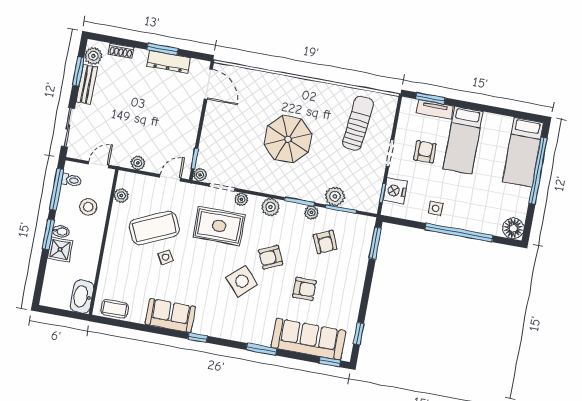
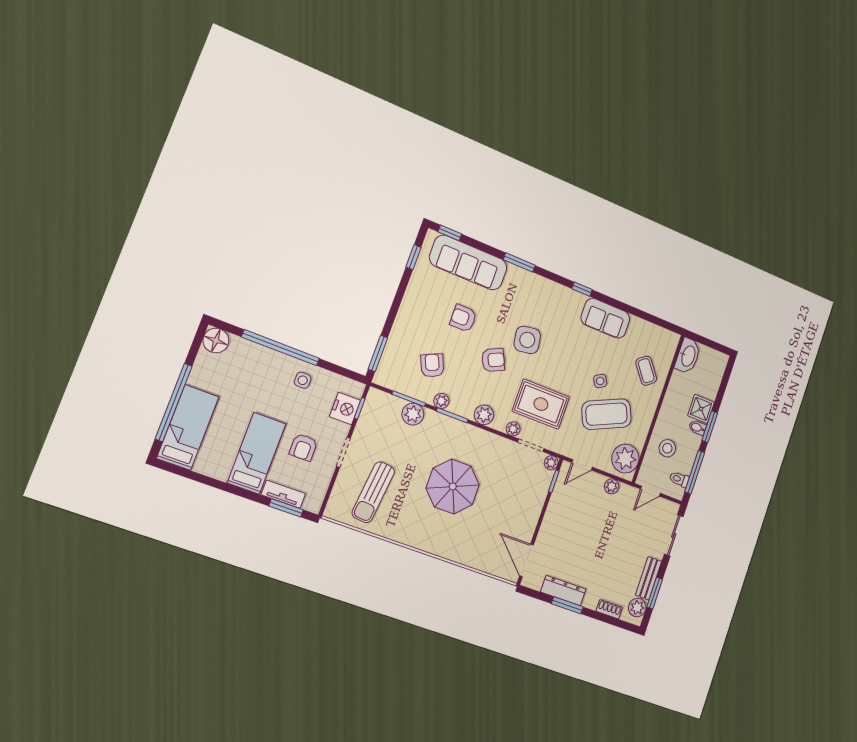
plant: (121, 196) -> (625, 459), width x1.87, depth x1.87
side table: (242, 281) -> (527, 340), turned 33
coffee table: (115, 309) -> (646, 371), moved, turned 52

